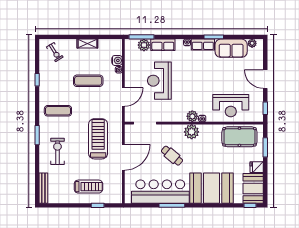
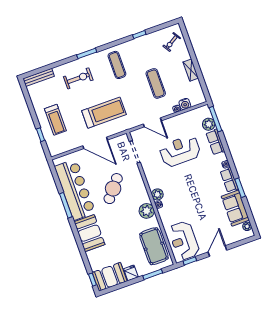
reception desk: (231, 106) -> (184, 241), moved
plant: (192, 132) -> (147, 211), moved
cafe table: (172, 156) -> (113, 189), width x1.37, depth x1.35
booth: (211, 188) -> (89, 233), width x0.73, depth x0.70

